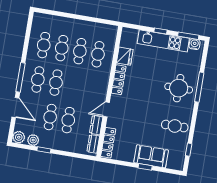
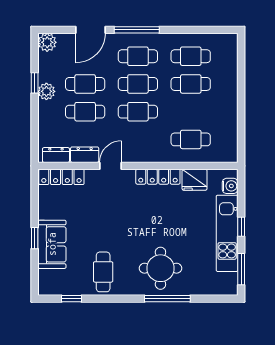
water cooler: (195, 44) -> (230, 186), moved
cafe table: (80, 51) -> (138, 112), moved
door: (106, 109) -> (110, 166), hinge flipped
plant: (33, 140) -> (46, 91), moved

